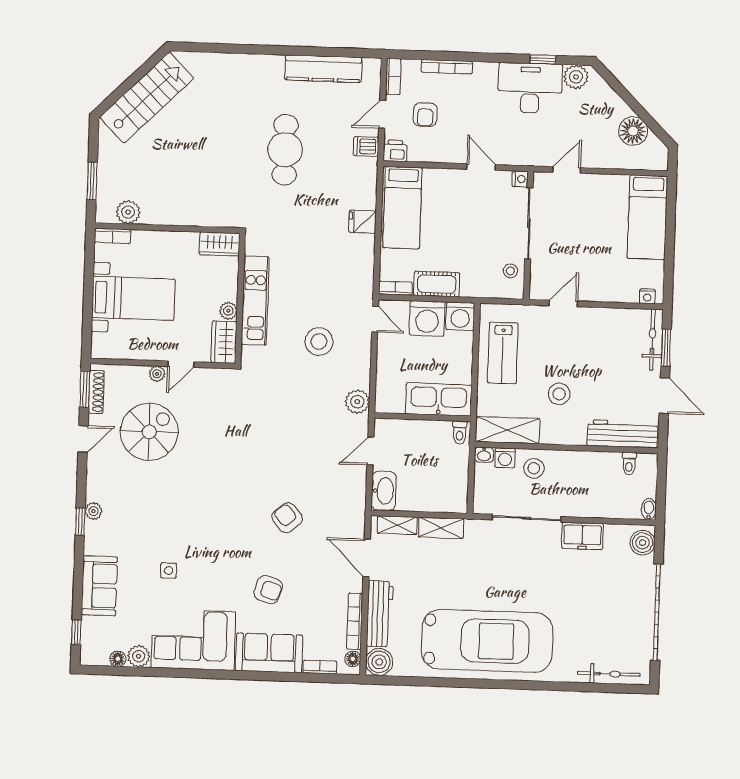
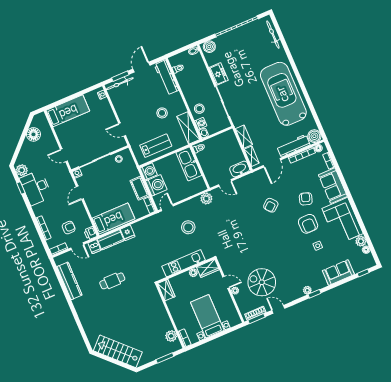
cafe table: (285, 150) -> (112, 281), width x0.73, depth x0.74
kitchen counter: (364, 183) -> (111, 240), added
armchair: (219, 572) -> (308, 224), added

